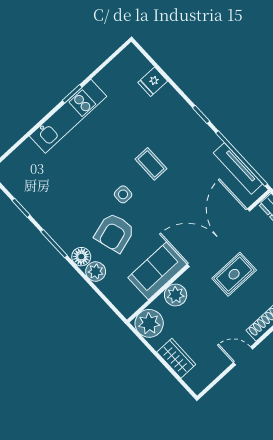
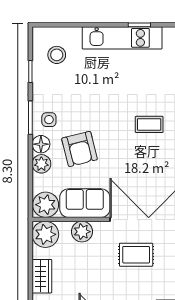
coffee table: (151, 164) -> (149, 124), turned 90
stool: (30, 176) -> (57, 55), added
side table: (123, 194) -> (49, 120), moved
armchair: (115, 233) -> (80, 149), turned -88
plant: (128, 300) -> (46, 205), added

